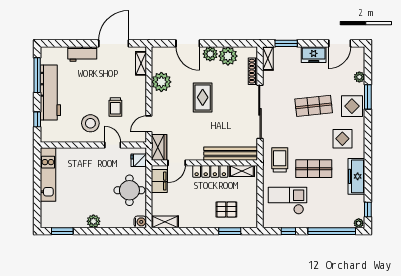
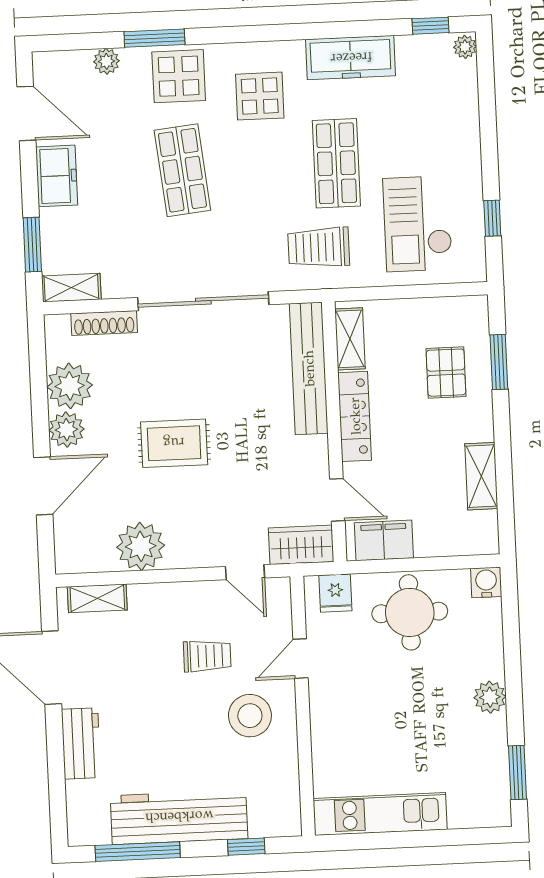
shelving: (165, 222) -> (481, 476), moved
window: (332, 231) -> (488, 112), removed

